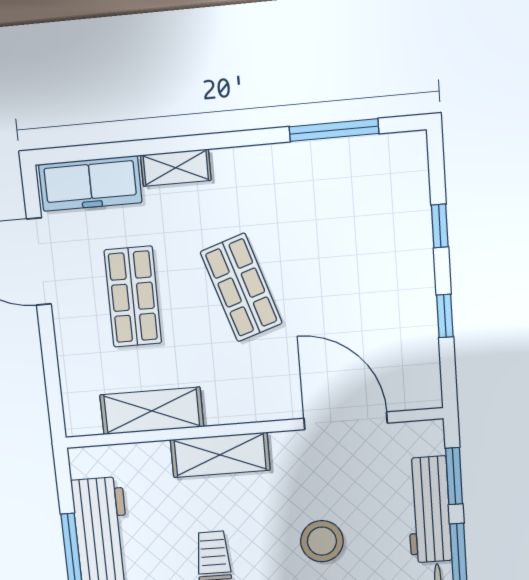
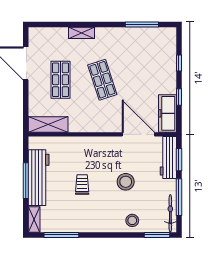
freezer: (90, 183) -> (168, 113), moved, turned 90
shelving: (152, 411) -> (48, 124), moved
shelving: (220, 455) -> (89, 144), removed
workbench: (429, 510) -> (168, 157), moved

